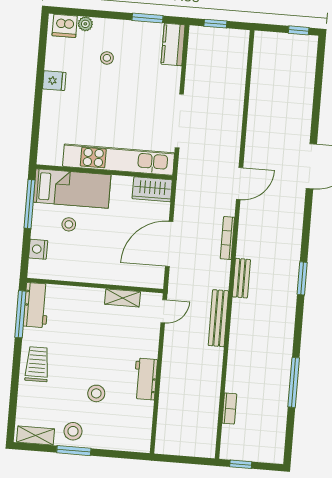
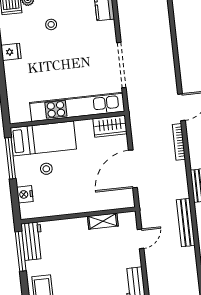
bookcase: (227, 238) -> (179, 142), moved
door: (164, 311) -> (141, 239), moved

